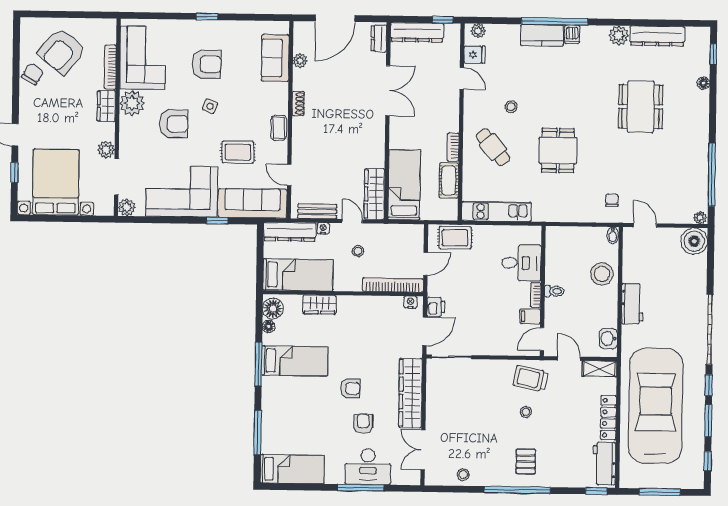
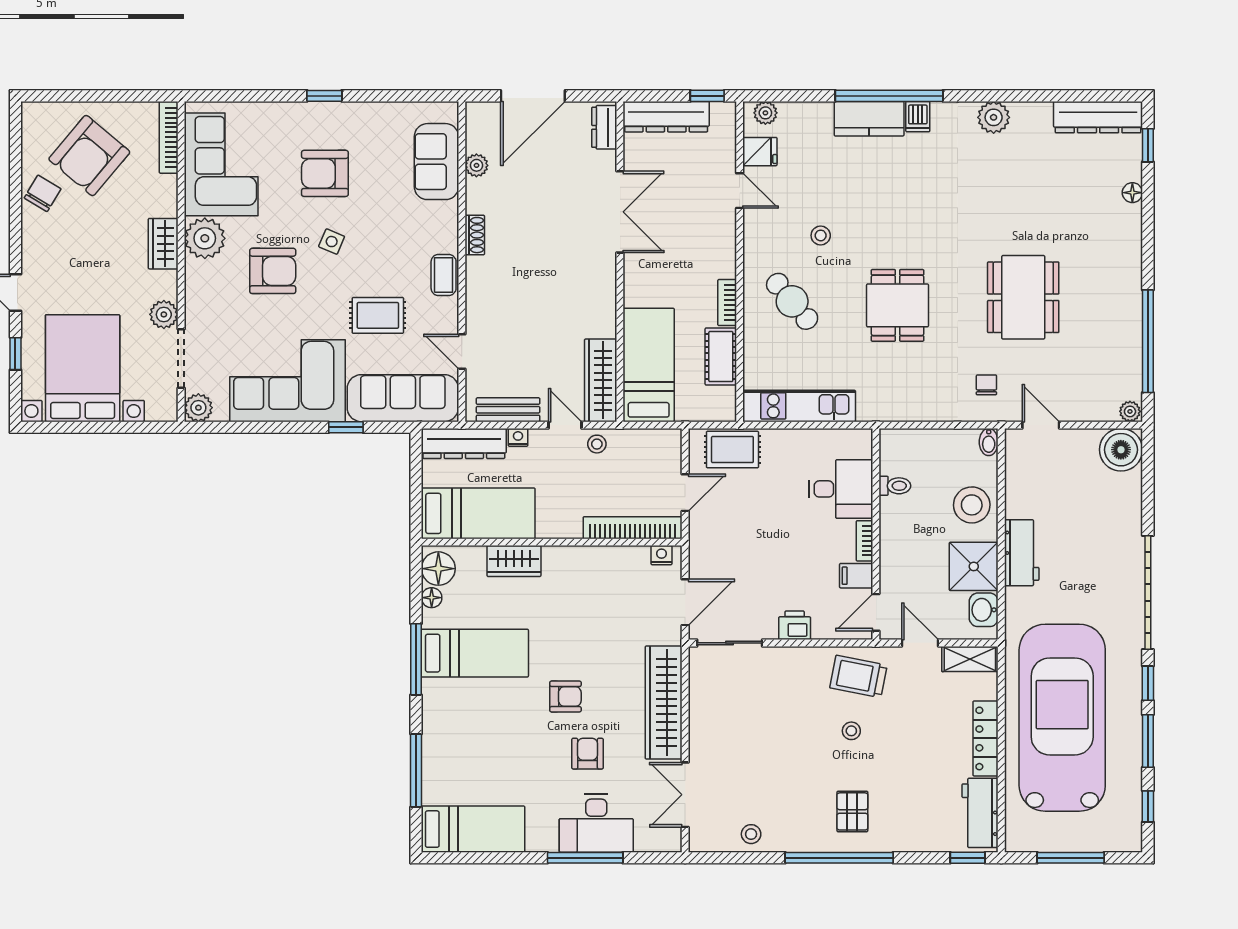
dresser: (657, 36) -> (1098, 117), moved
armchair: (207, 64) -> (325, 173), turned 180
bookcase: (110, 67) -> (169, 137), moved
dining table: (641, 107) -> (1023, 297), moved
stool: (358, 251) -> (597, 444), moved
toilet: (554, 291) -> (895, 486), moved
printer: (436, 307) -> (795, 625), moved, turned -90
shower: (603, 312) -> (974, 566), added

